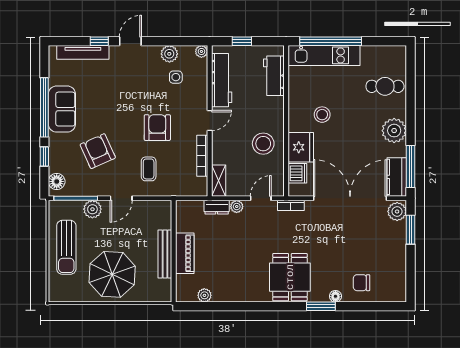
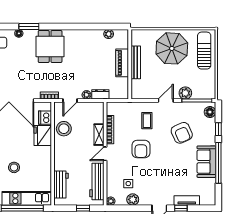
tv unit: (83, 52) -> (187, 200), width x0.71
stool: (322, 115) -> (14, 167), moved
stool: (263, 144) -> (64, 129), moved
shelving: (219, 181) -> (99, 135), moved
sun lounger: (66, 247) -> (204, 51), moved

